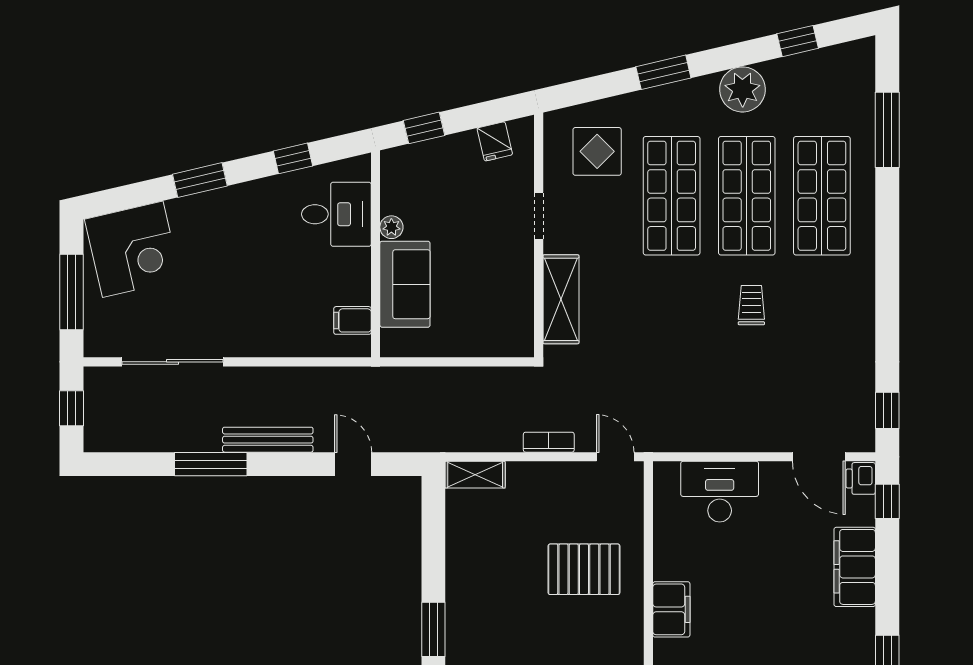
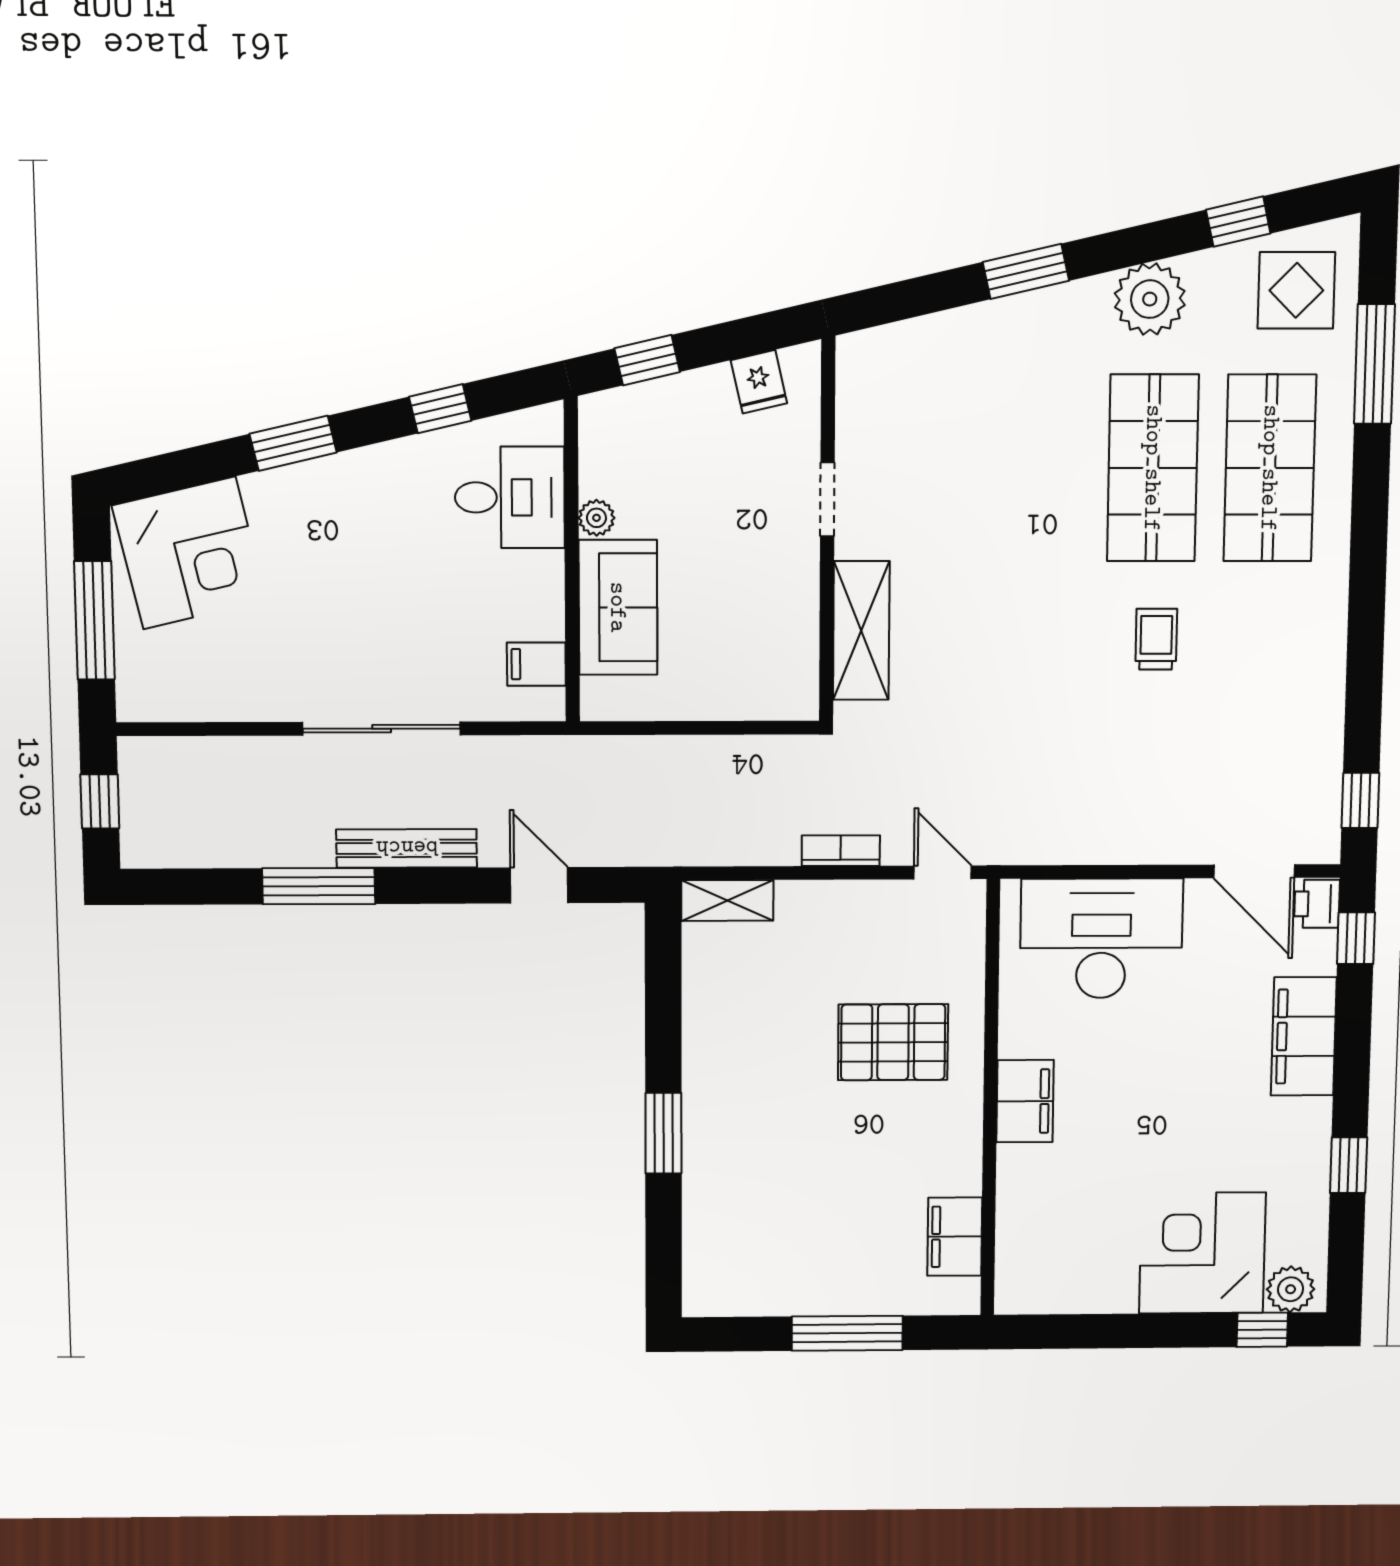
display table: (597, 151) -> (1296, 290), moved
shop shelf: (672, 196) -> (1036, 468), removed
sliding door: (173, 362) -> (382, 729), moved
desk: (720, 492) -> (1101, 938), width x1.36, depth x1.30

